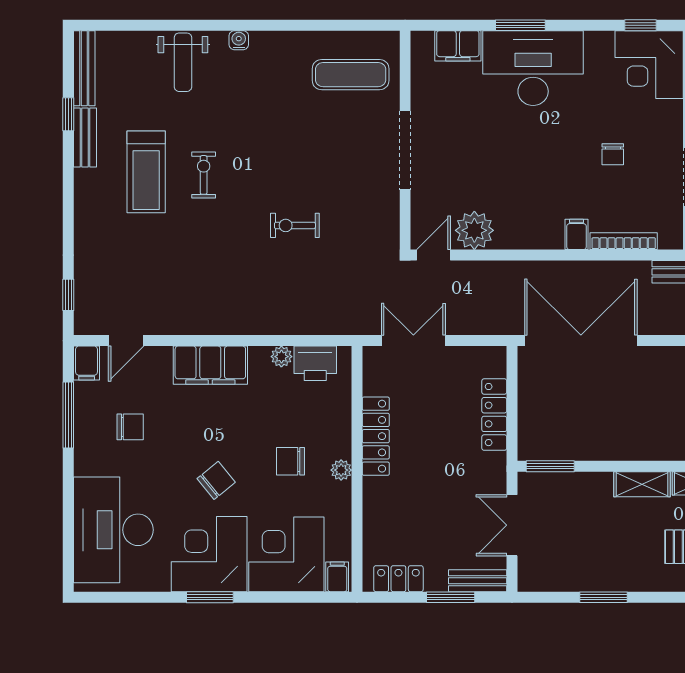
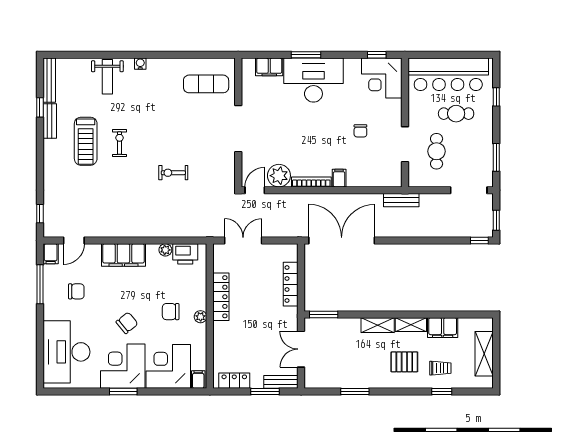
bookcase: (624, 241) -> (311, 182), moved

